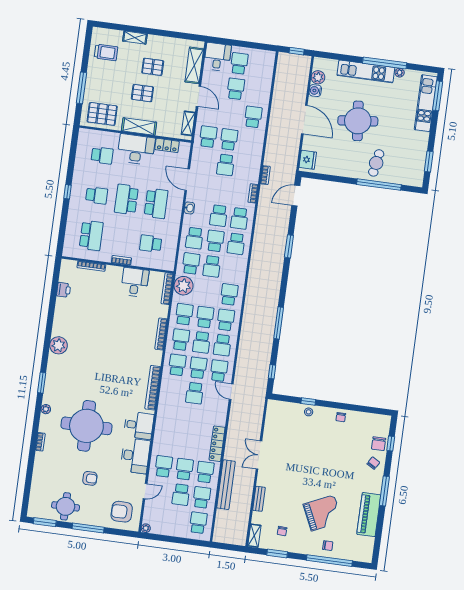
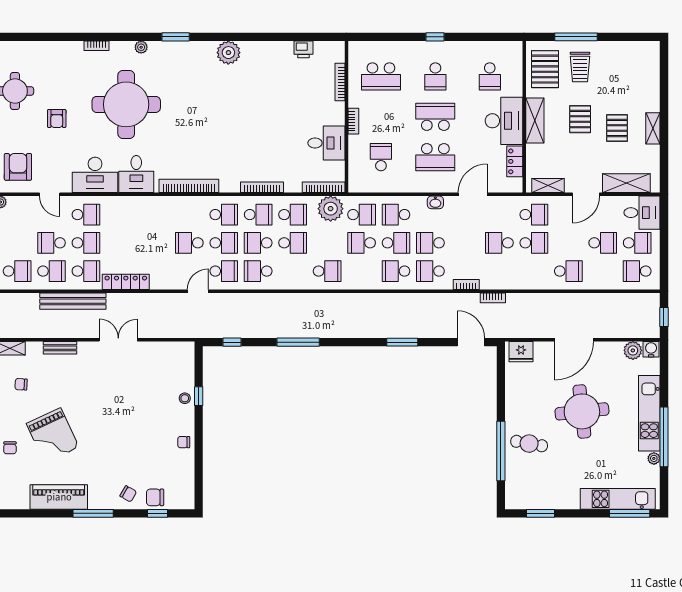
shelving: (135, 38) -> (653, 128), moved
trolley: (106, 52) -> (580, 67), moved
water cooler: (315, 91) -> (651, 349), moved
school desk: (226, 320) -> (637, 271), moved, turned 180

